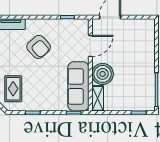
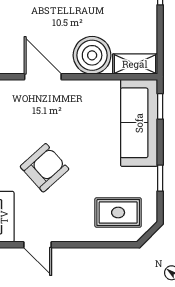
sofa: (78, 86) -> (139, 123), moved, turned 90

